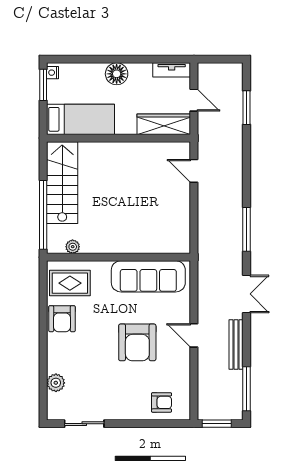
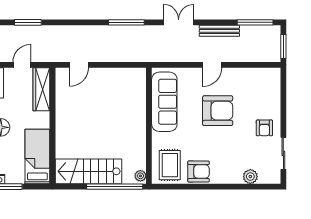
plant: (73, 247) -> (140, 176), moved
armchair: (162, 402) -> (264, 128), moved, turned 180

